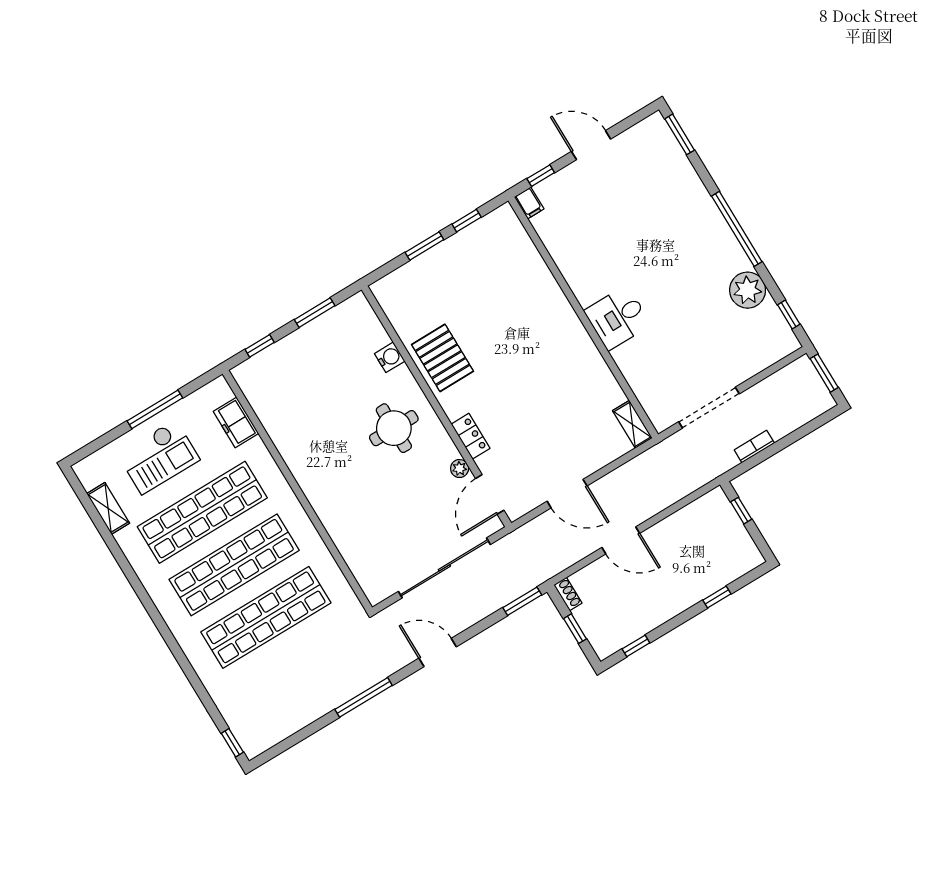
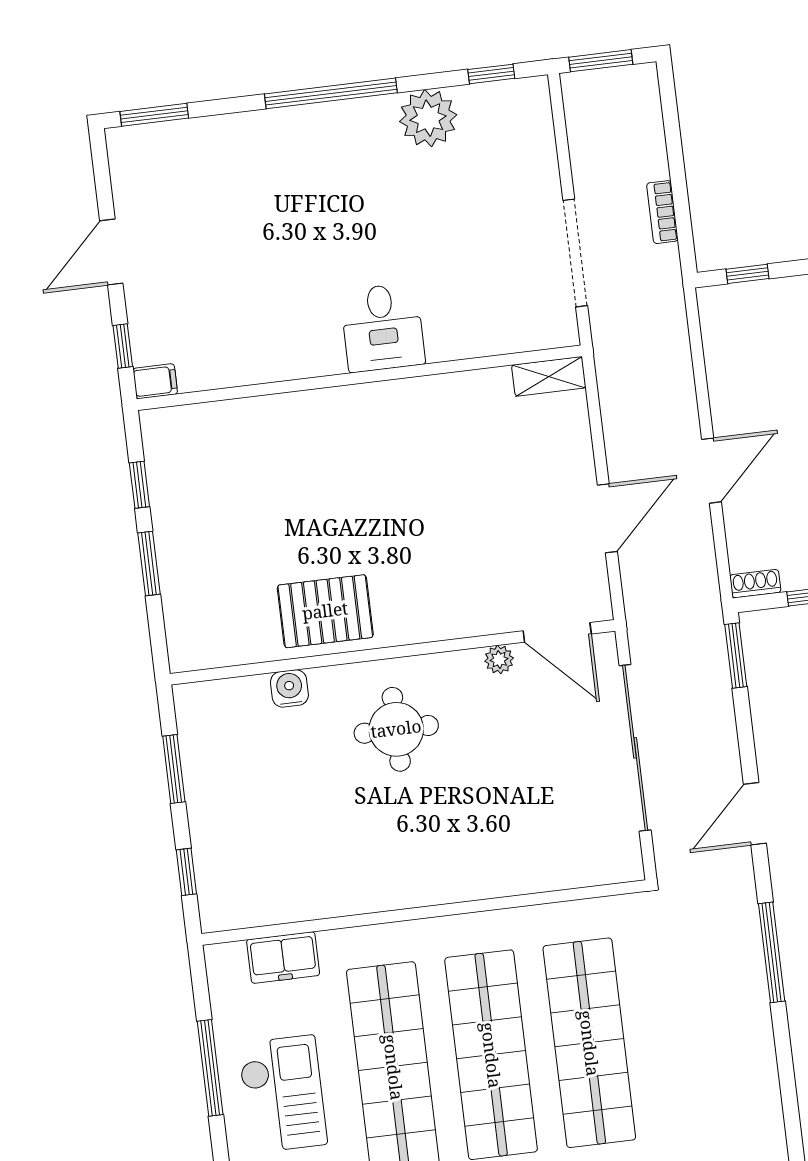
locker: (471, 436) -> (459, 622), removed

